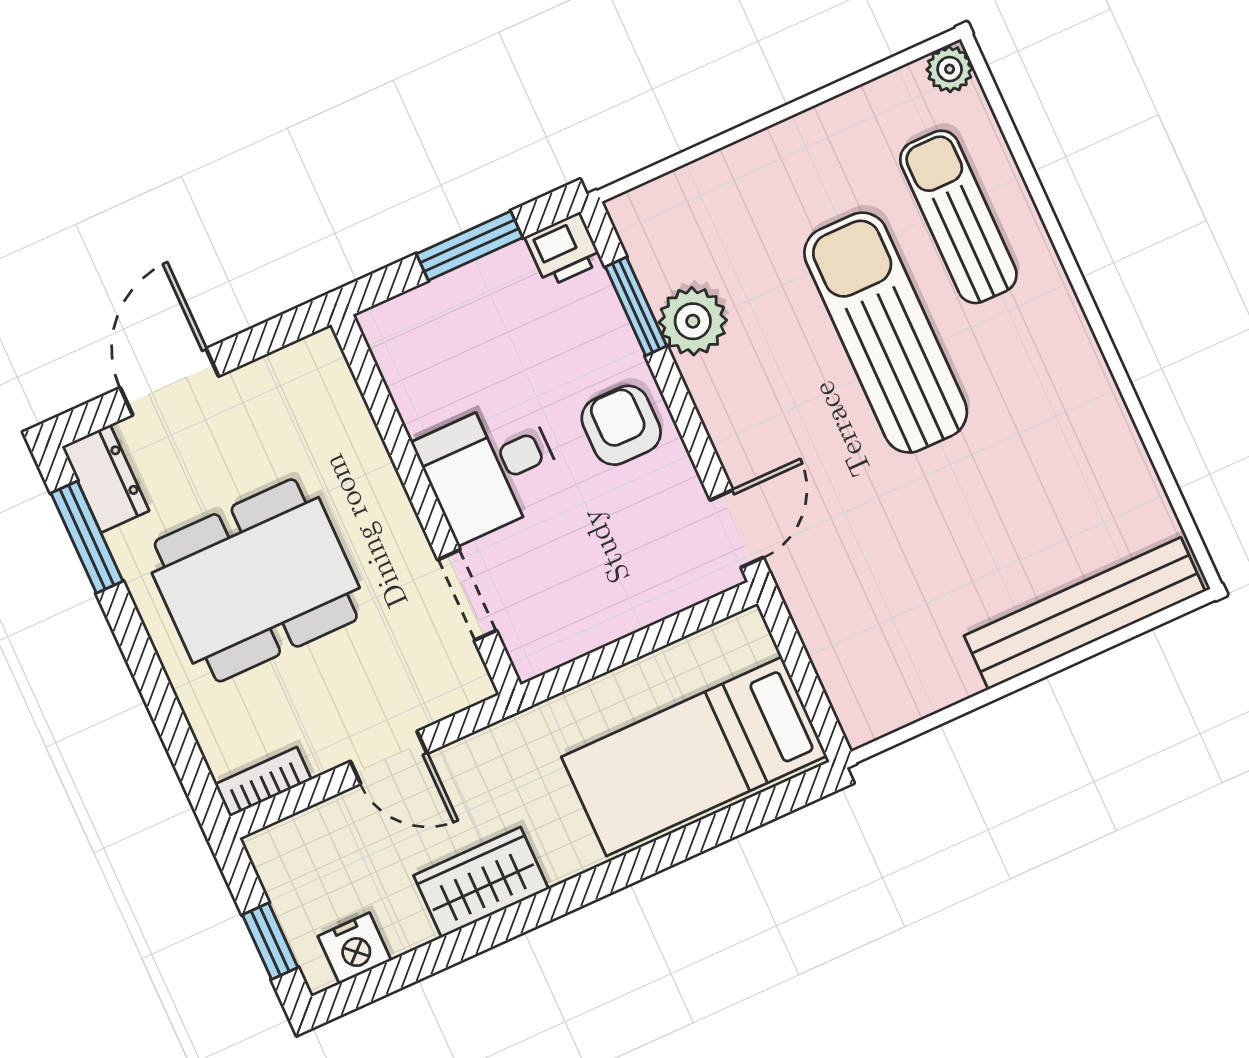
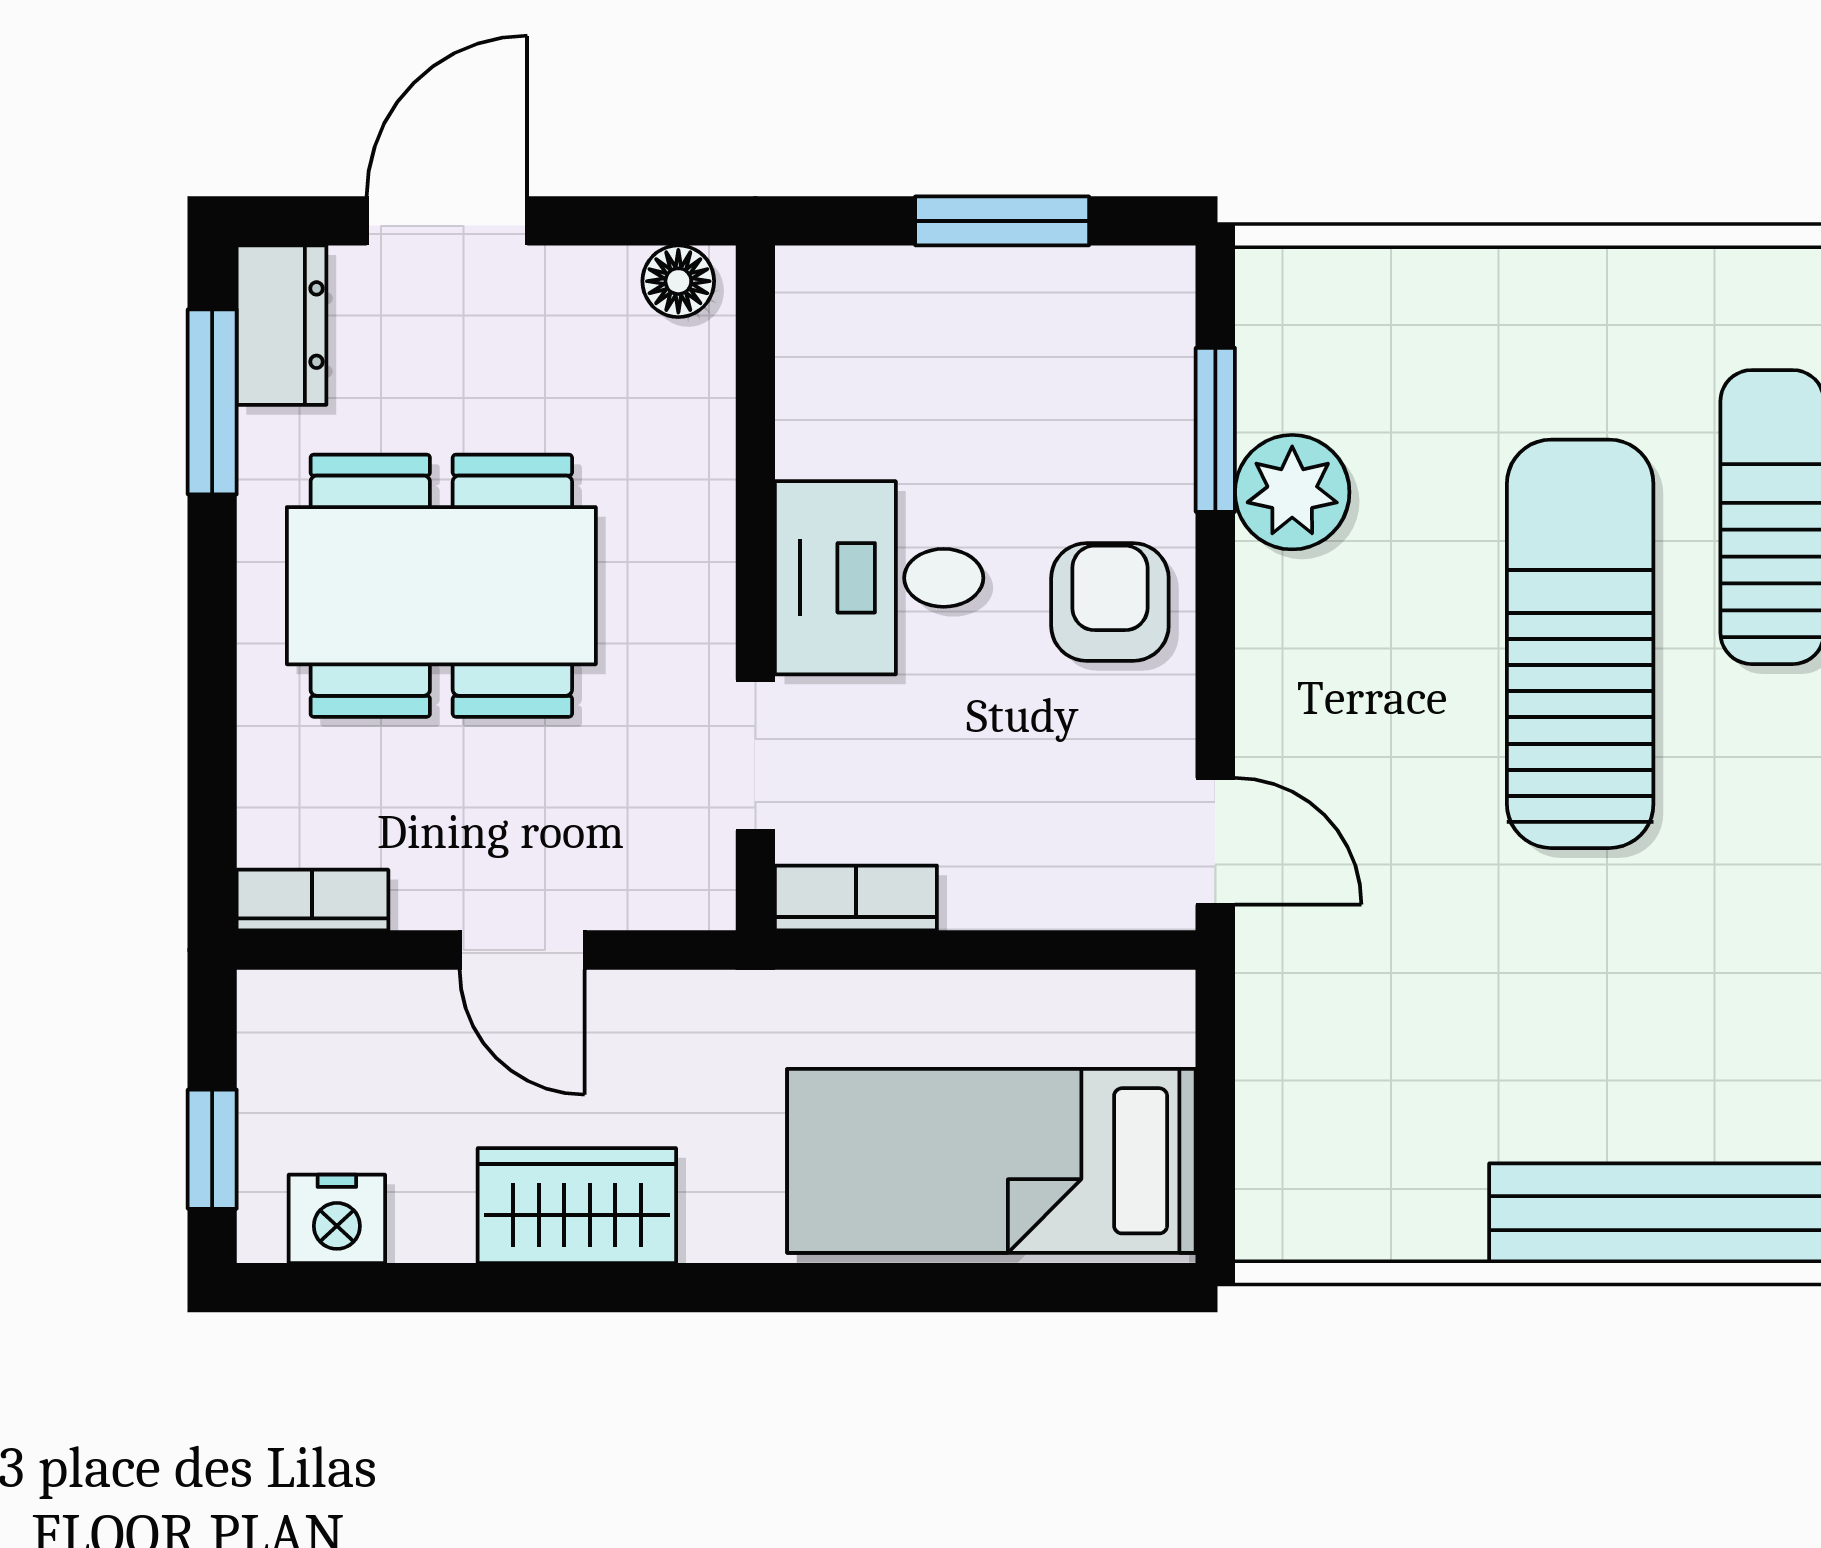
printer: (564, 250) -> (1144, 292), removed
floor lamp: (309, 358) -> (678, 281), added
door: (737, 529) -> (1215, 841), hinge flipped
bookcase: (557, 648) -> (856, 898), added

